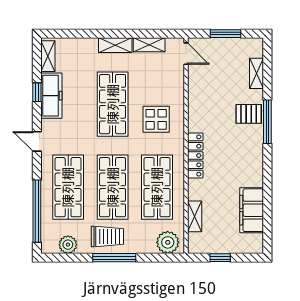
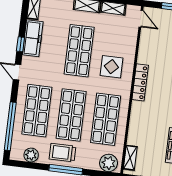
window: (37, 92) -> (20, 44), moved
locker: (195, 156) -> (140, 82), moved
shelving: (195, 216) -> (130, 158), moved
trolley: (107, 237) -> (62, 153), turned 180

